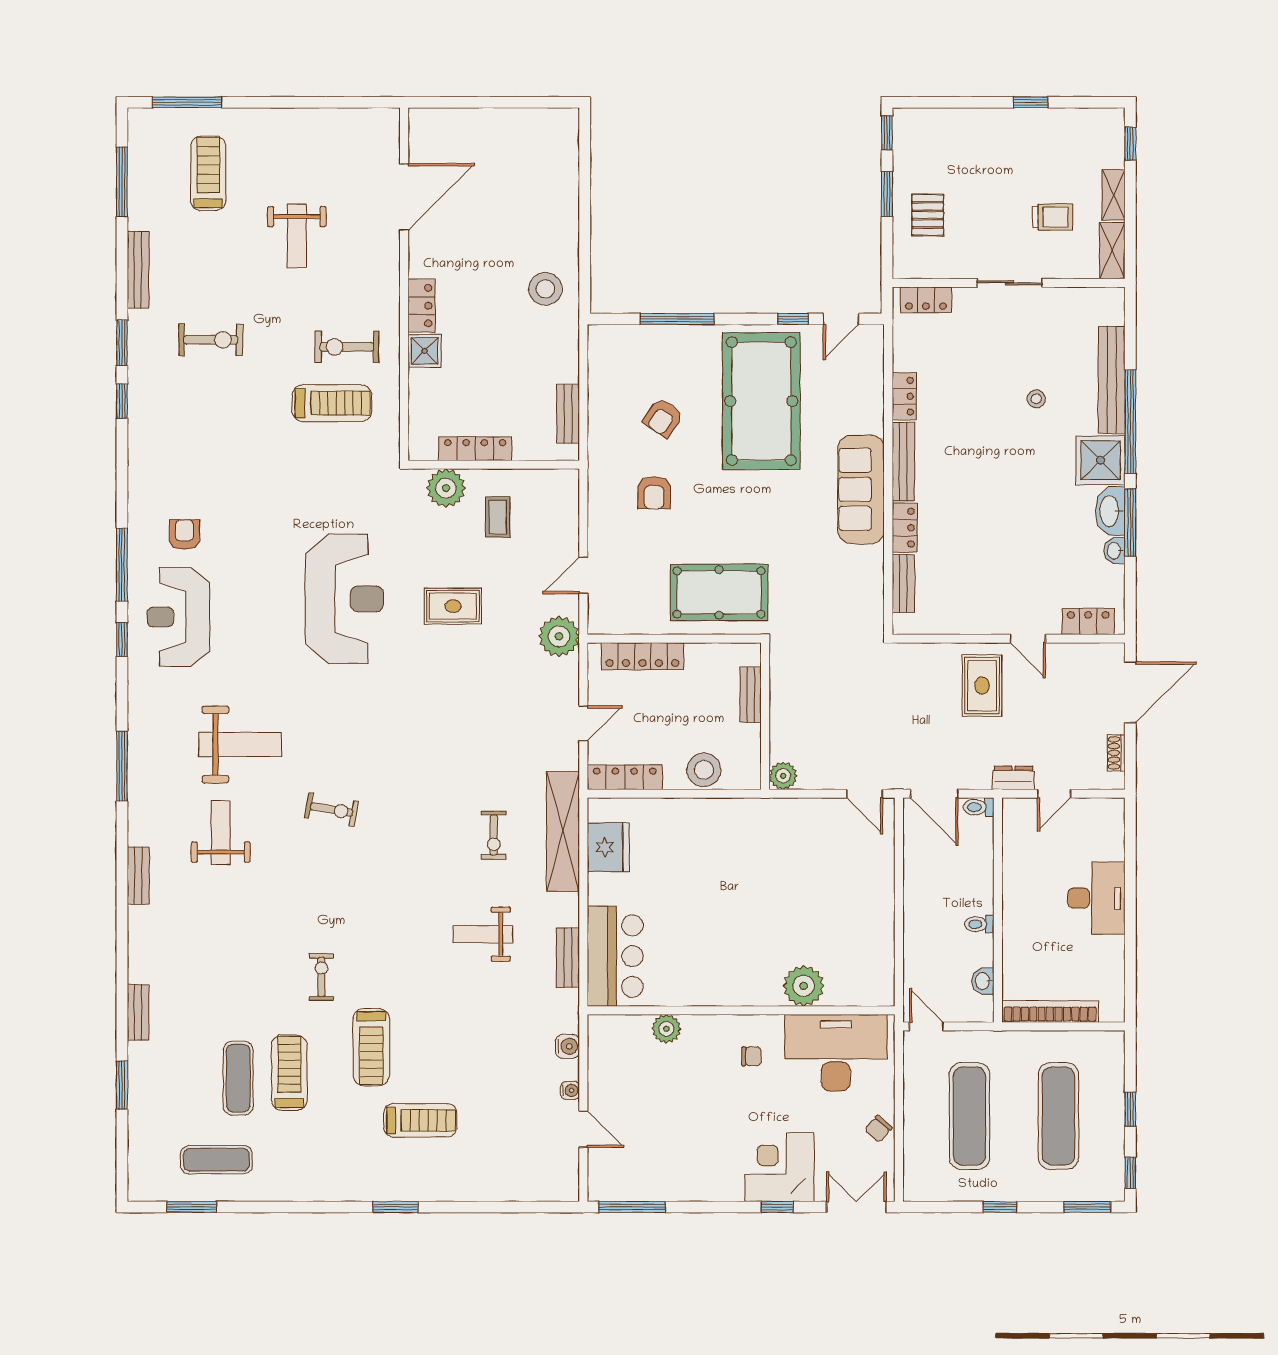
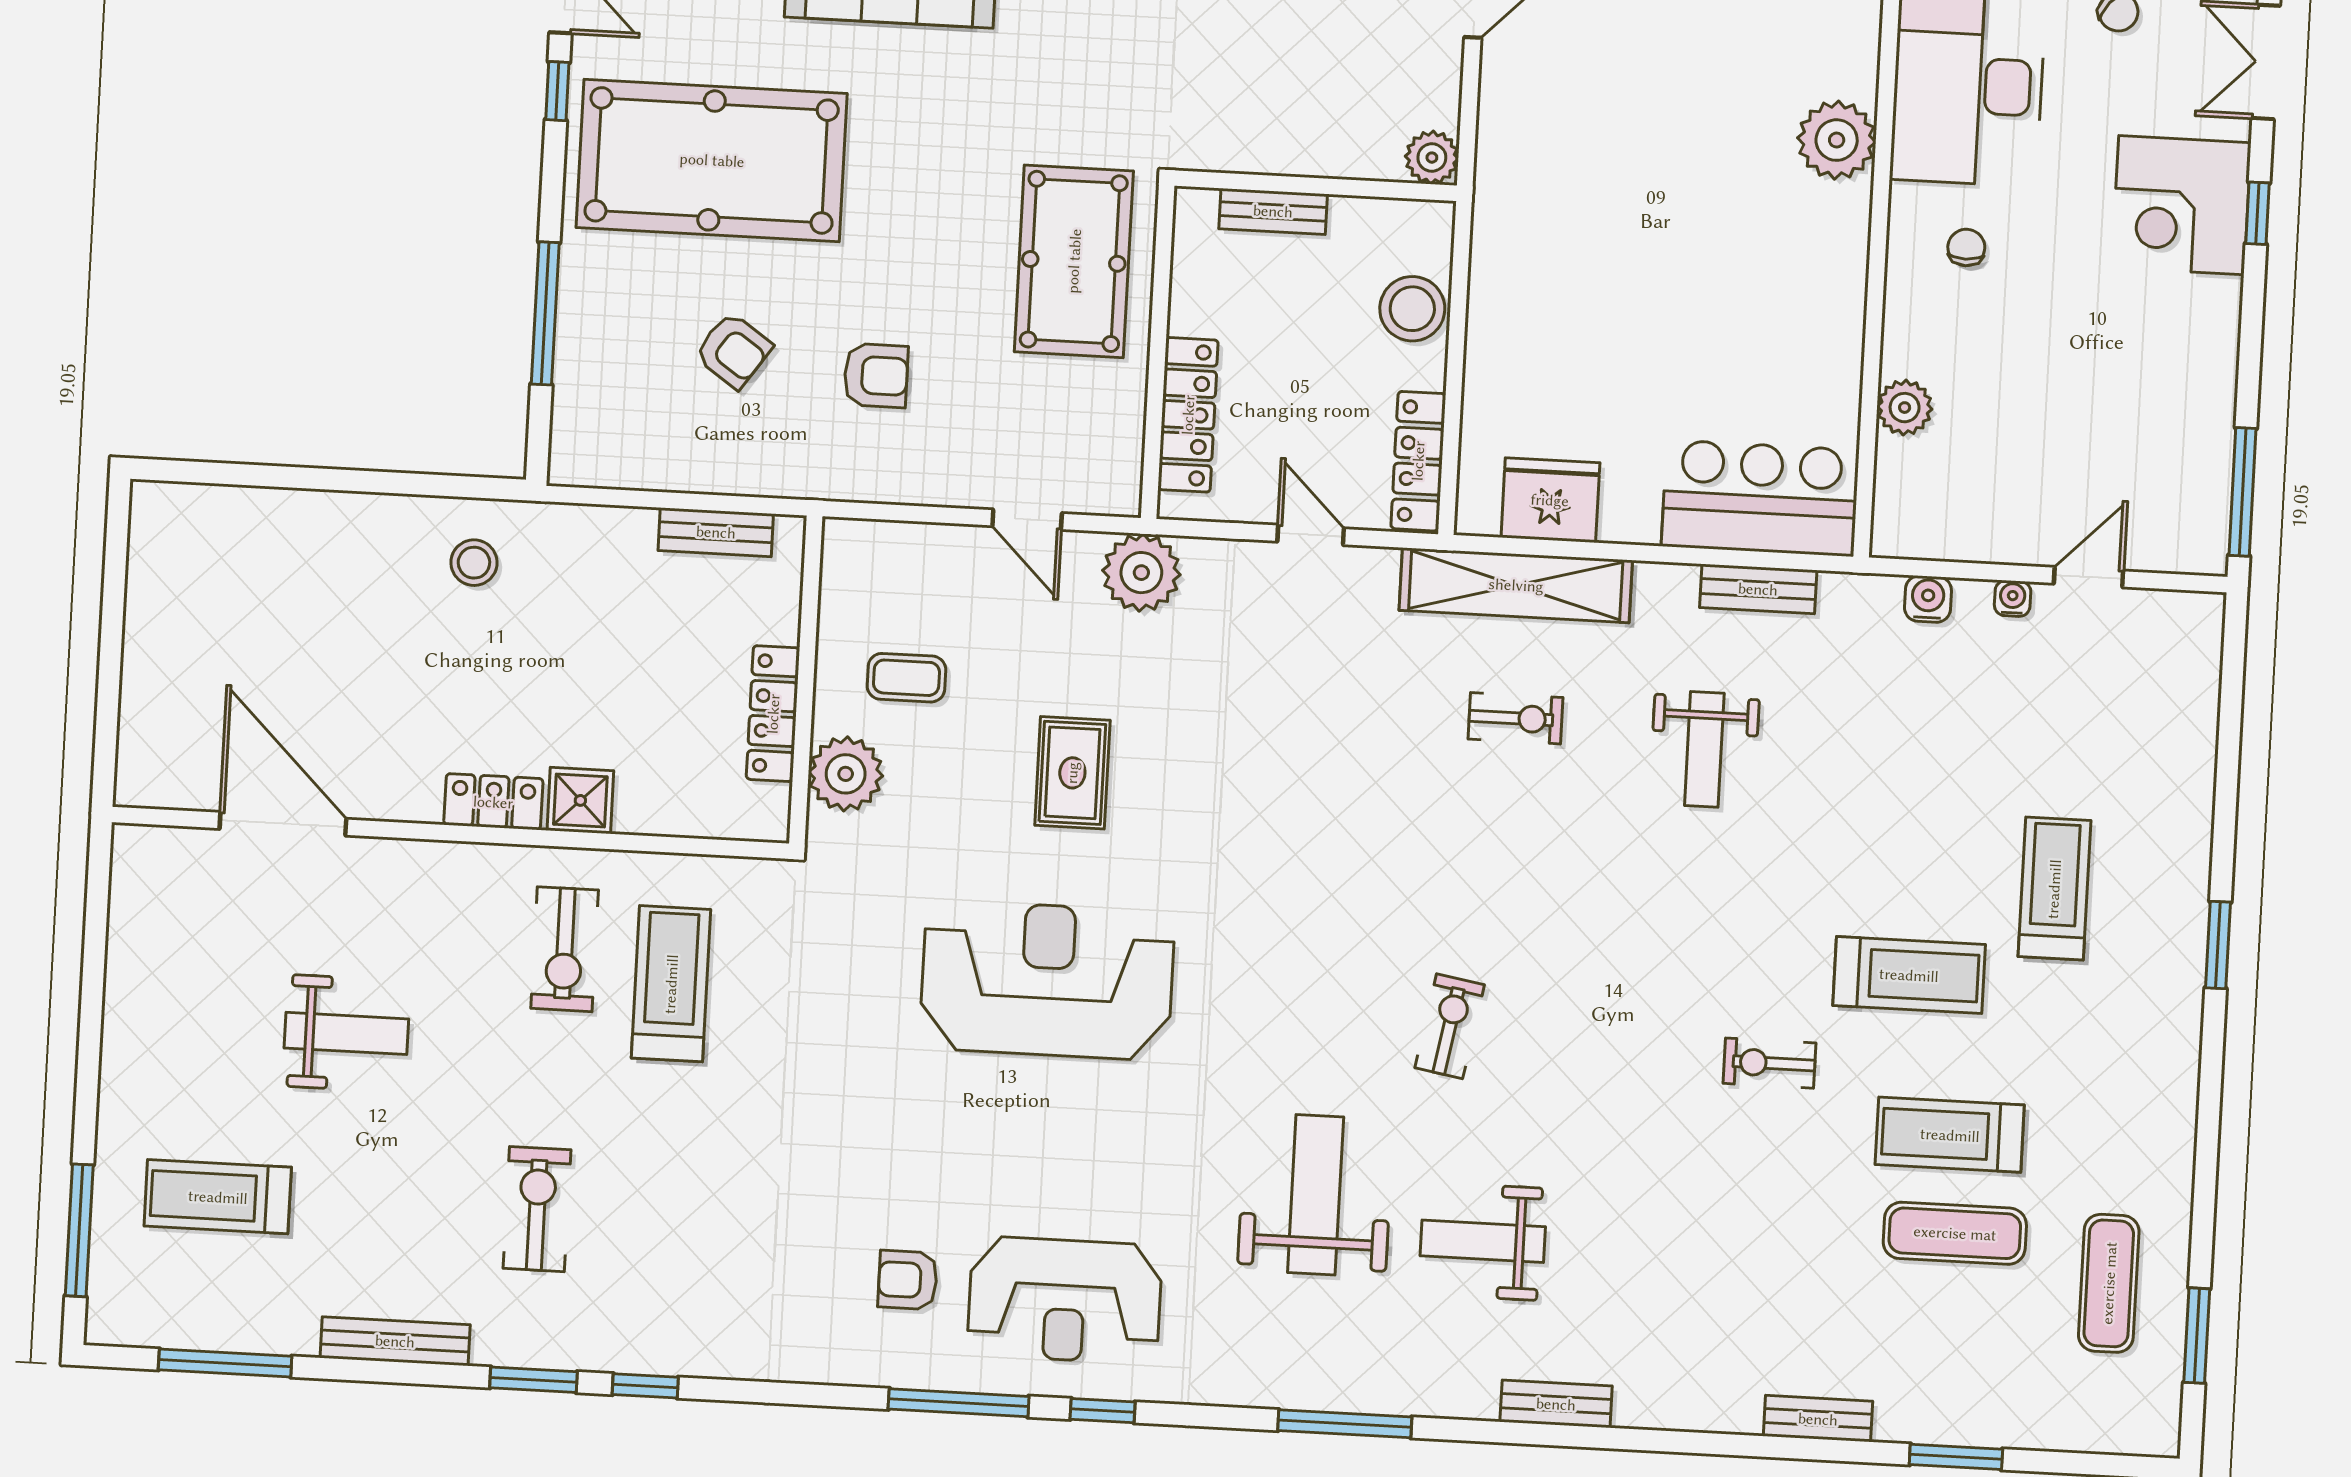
stool: (545, 289) -> (474, 563), width x0.73, depth x0.73

